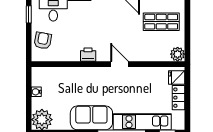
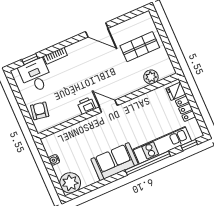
window: (29, 14) -> (17, 93), removed
plant: (178, 54) -> (151, 77), moved
door: (120, 64) -> (108, 106), moved

